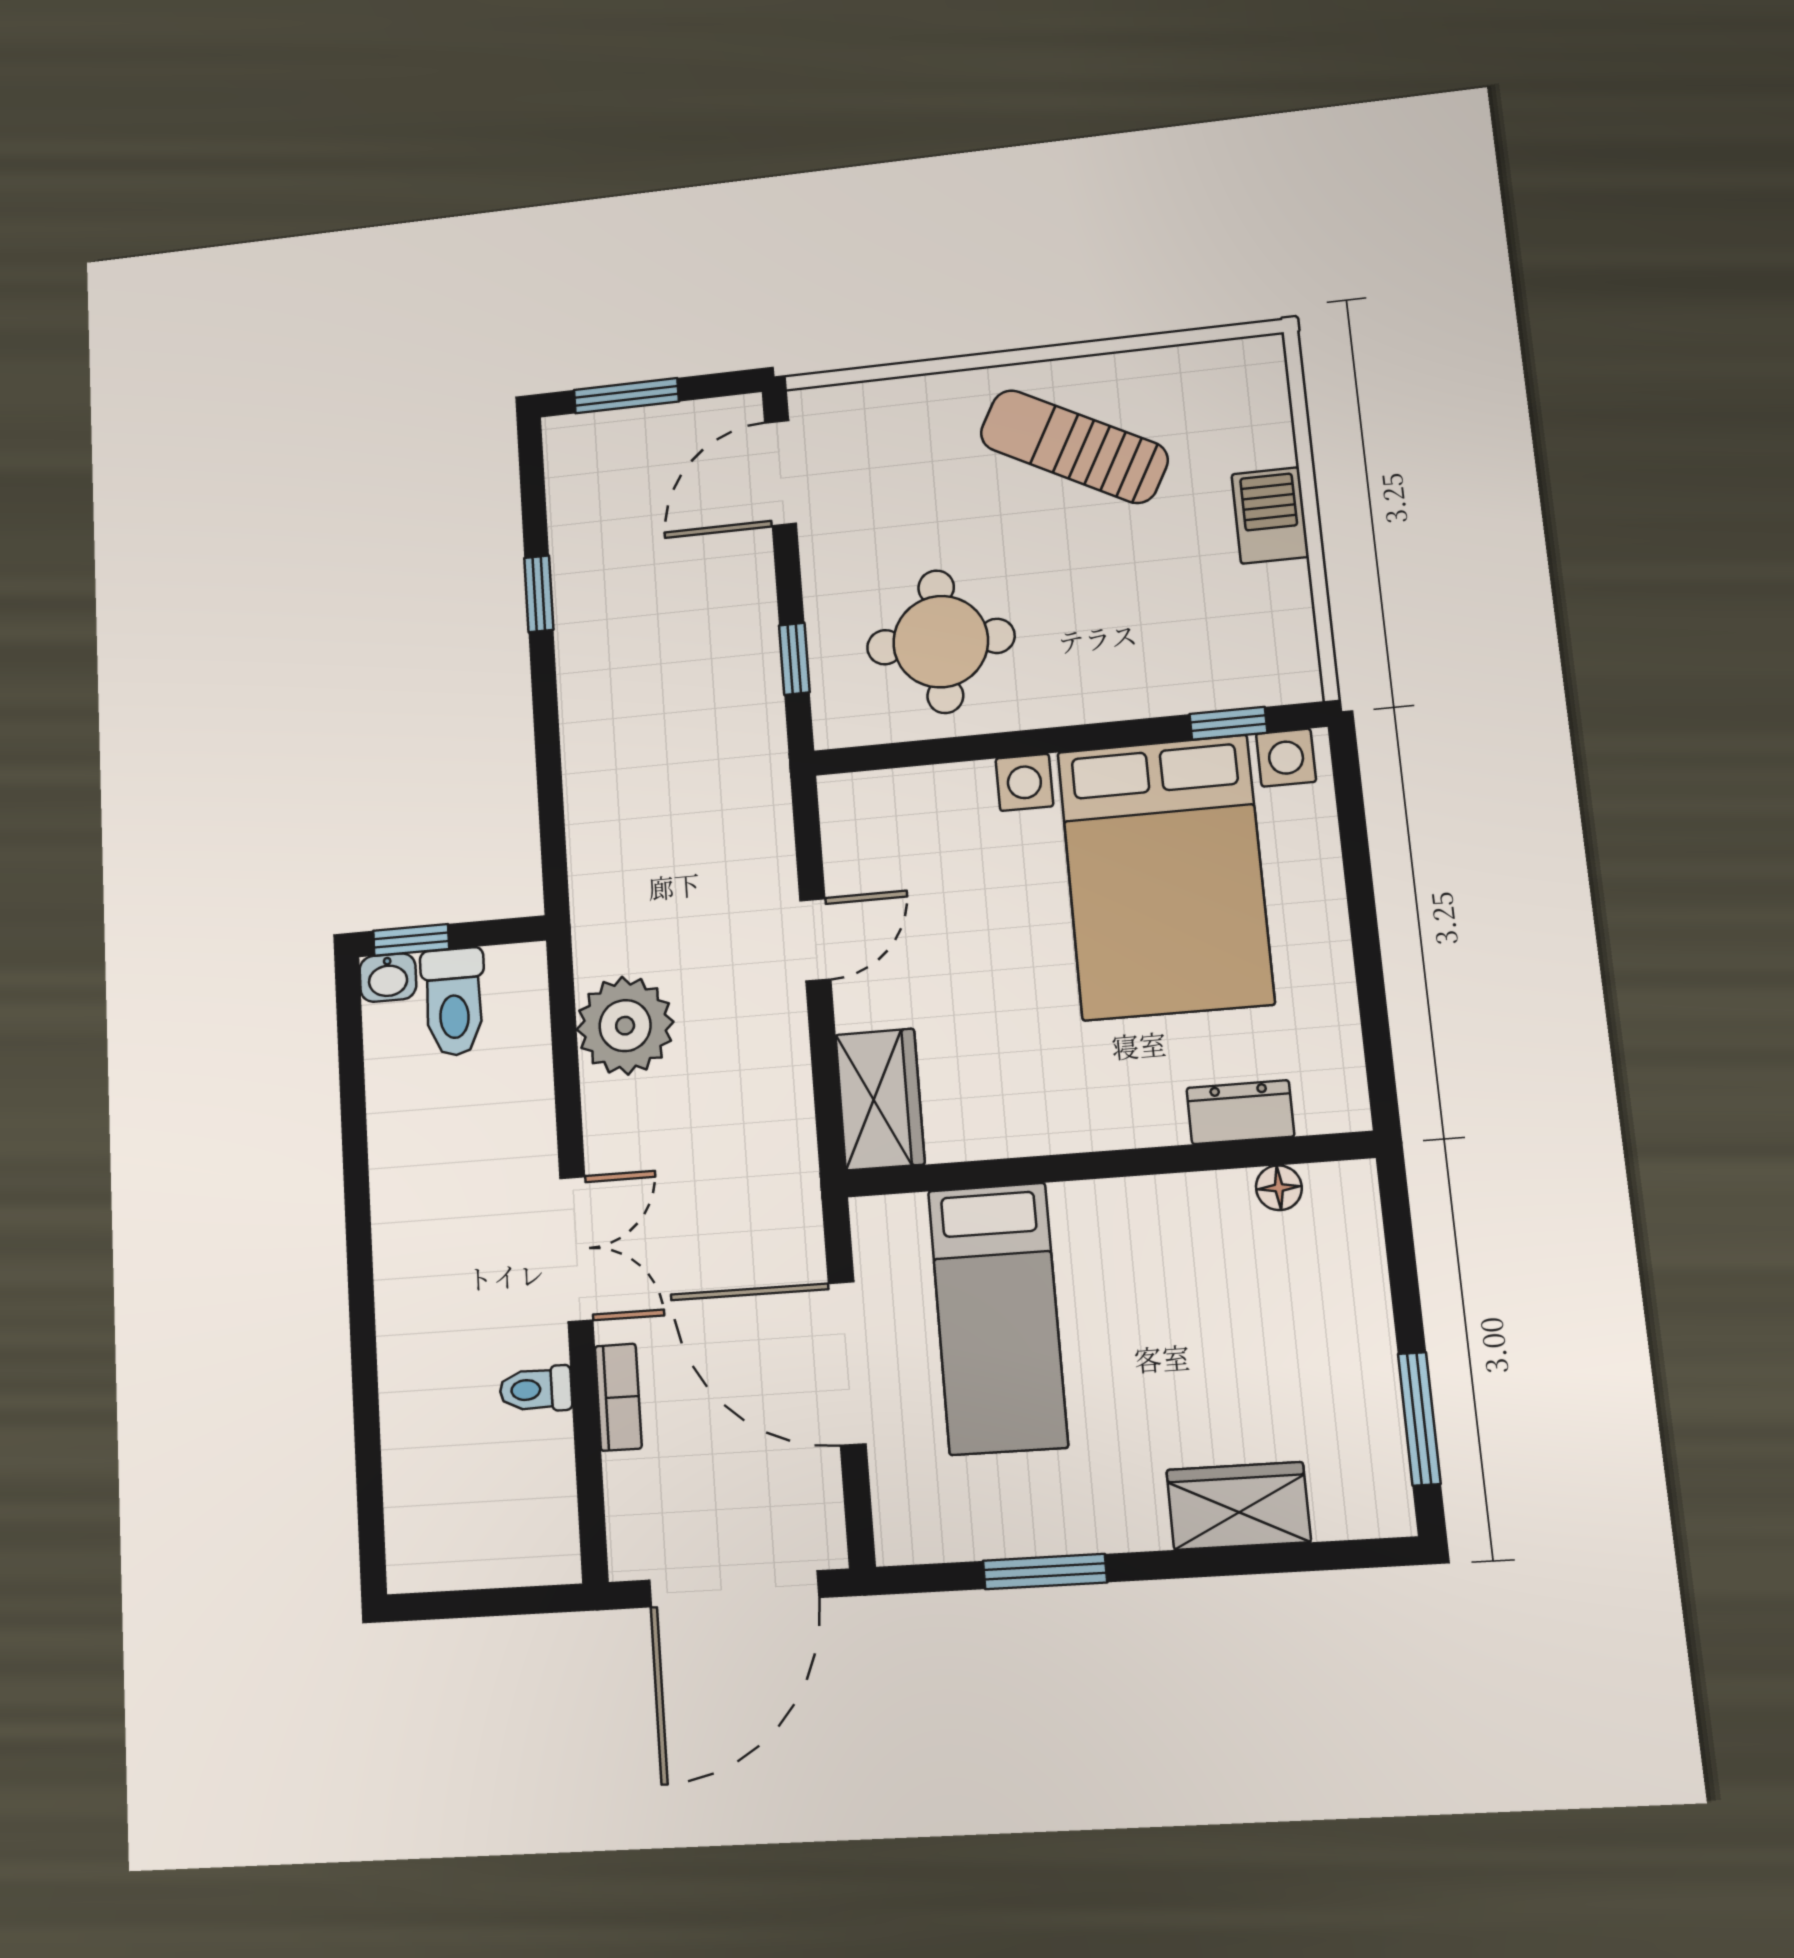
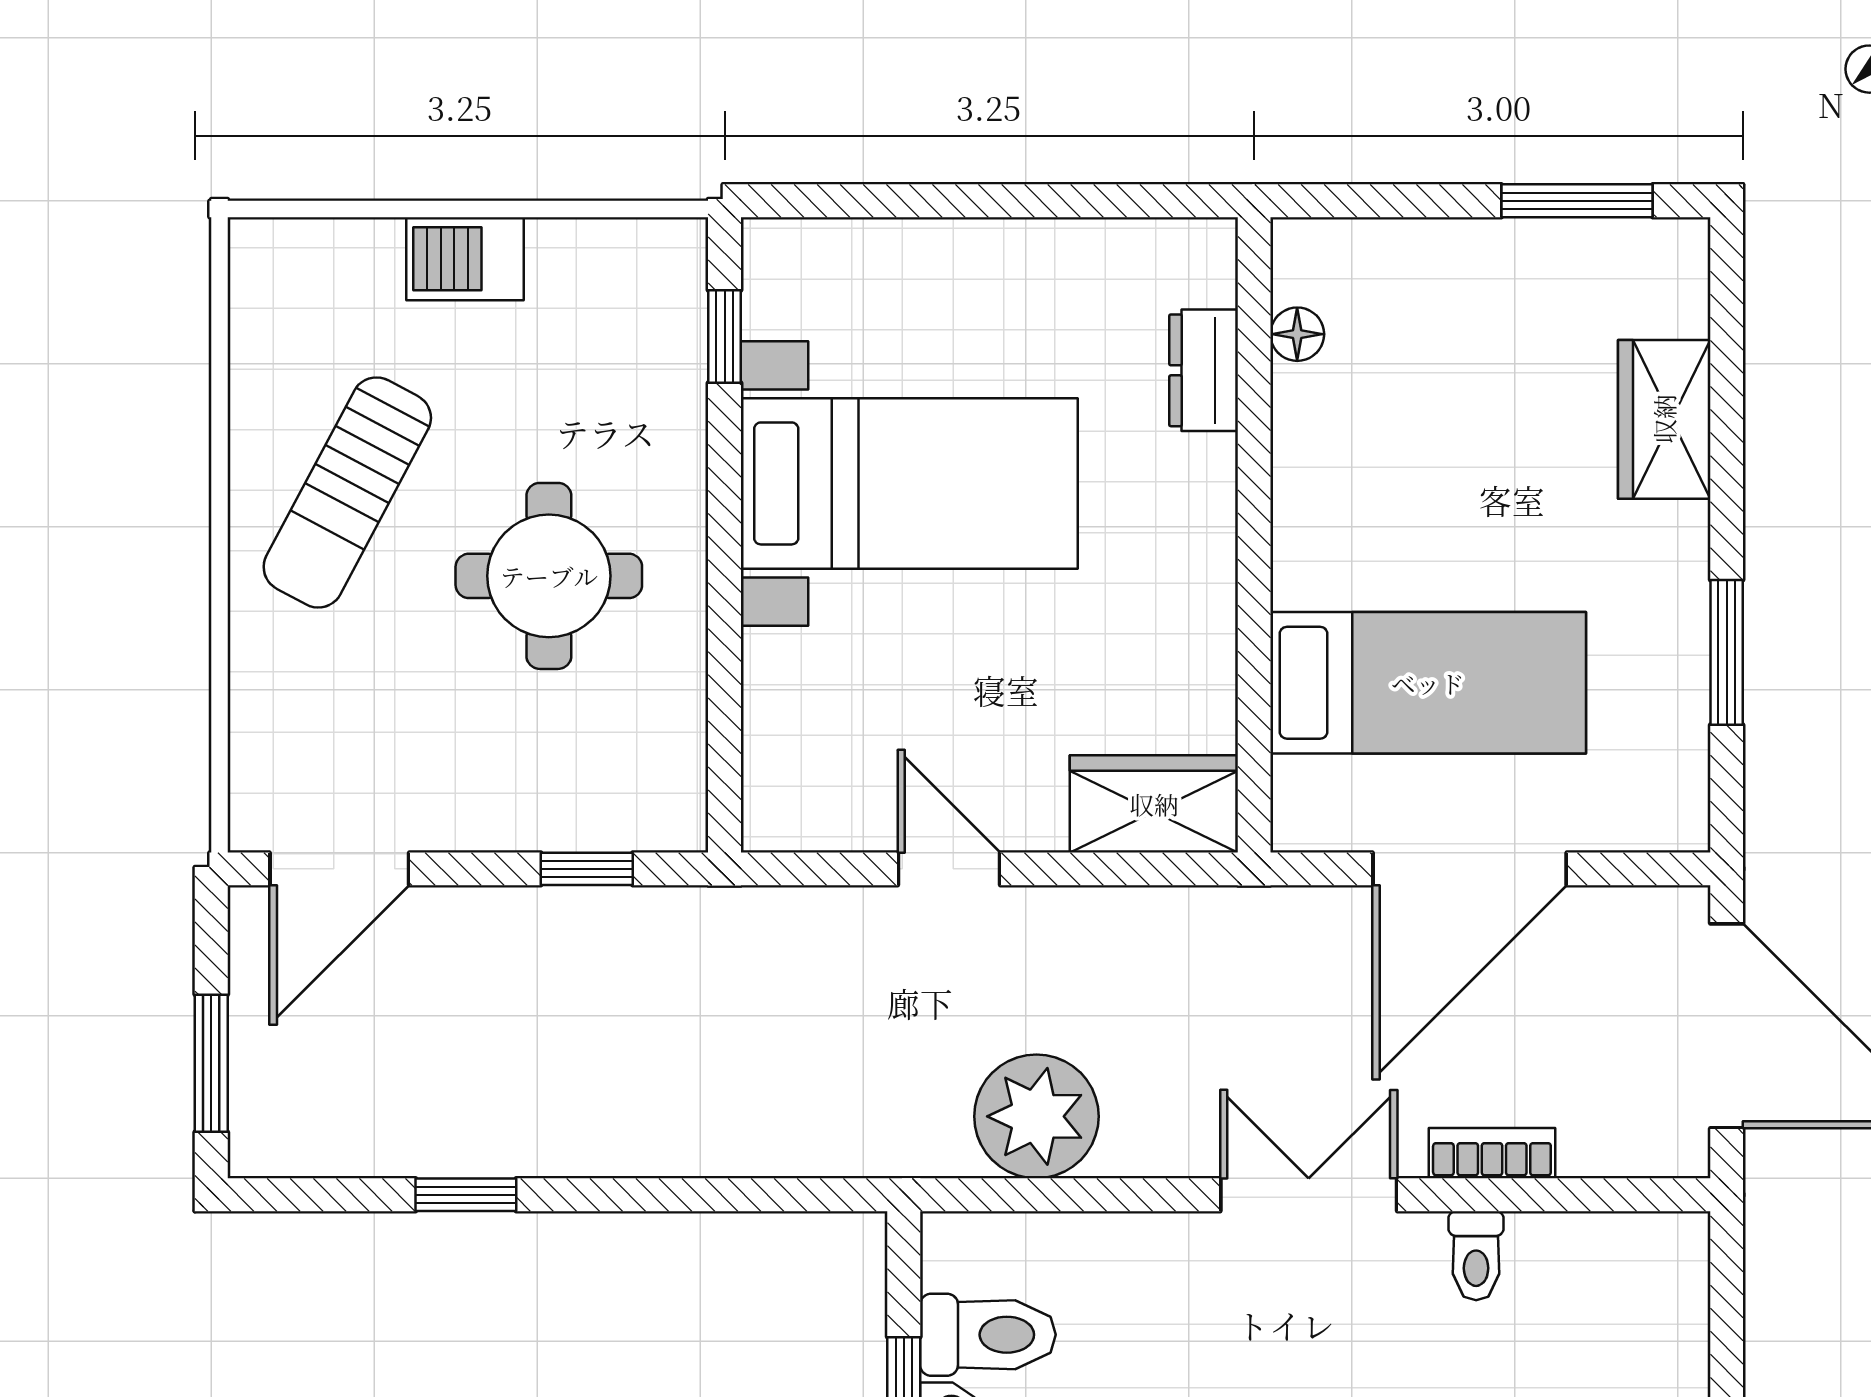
door: (780, 473) -> (339, 869), hinge flipped
round table: (941, 642) -> (549, 576), moved
bed with nightstands: (1165, 877) -> (909, 483), width x0.73

